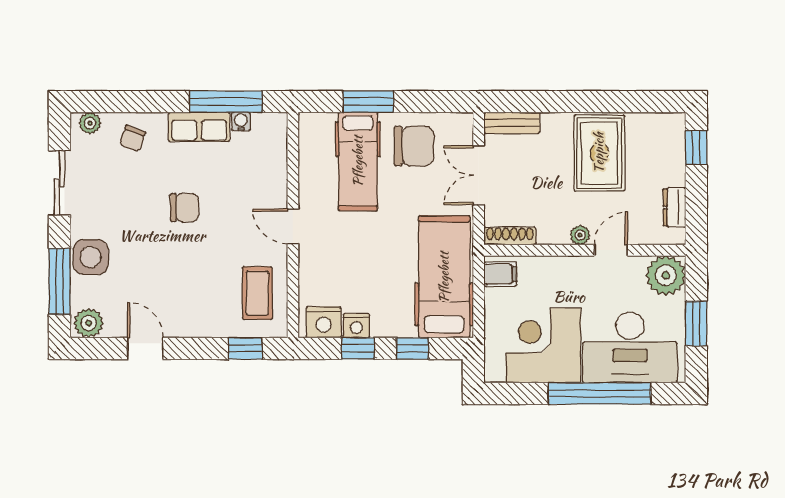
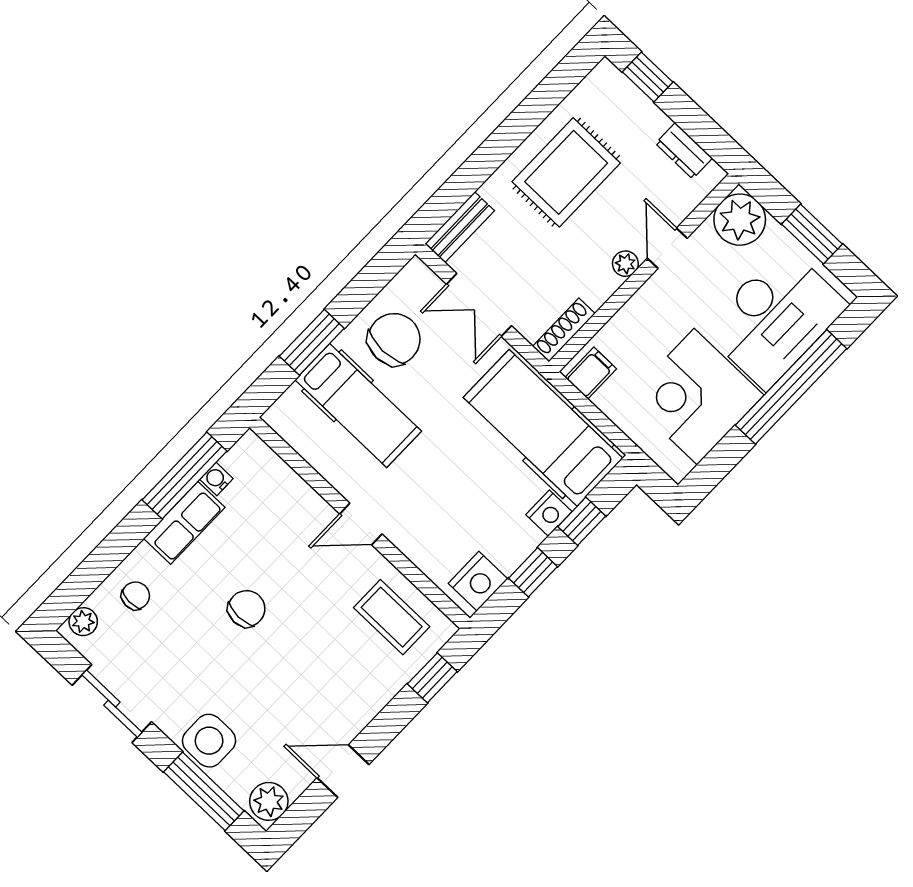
chair: (132, 139) -> (136, 596), turned -107
rug: (599, 153) -> (566, 172), turned 90
nightstand: (356, 326) -> (549, 513), moved

